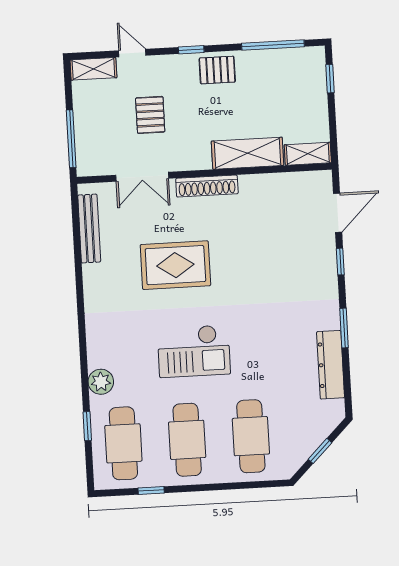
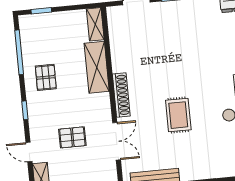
door: (132, 53) -> (29, 152), hinge flipped
pallet: (217, 70) -> (46, 77), moved
rug: (175, 265) -> (178, 115), width x0.73, depth x0.70

